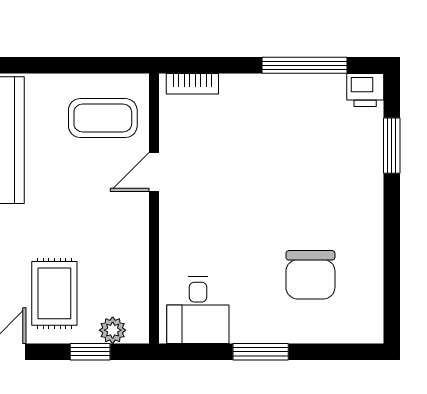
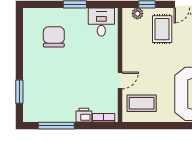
printer: (365, 90) -> (84, 115), moved

